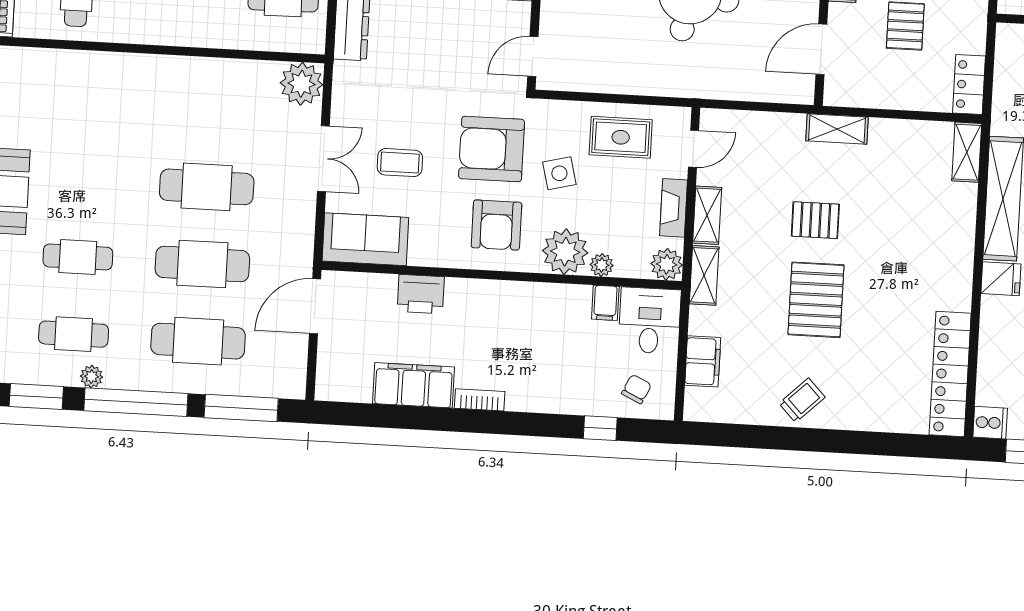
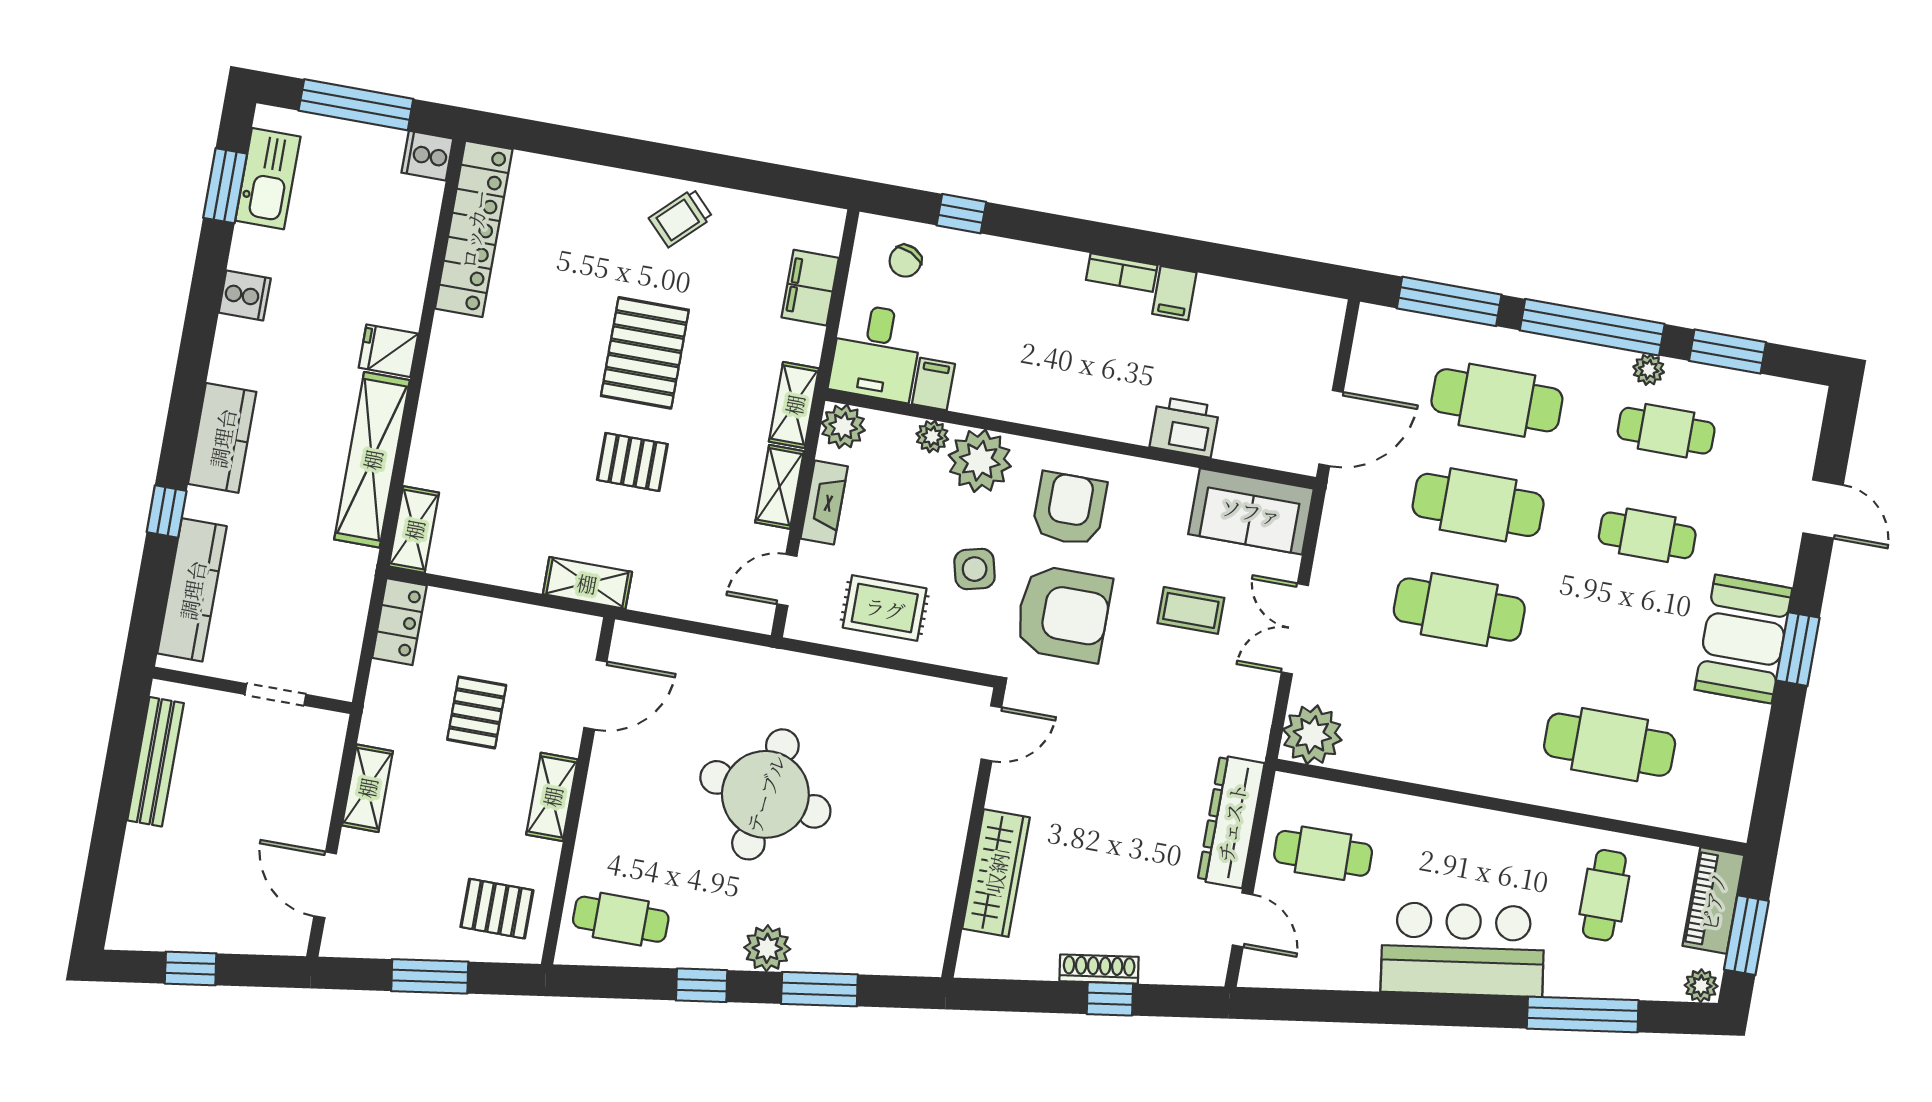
cafe table: (86, 103) -> (1610, 745), added
filing cabinet: (414, 385) -> (1174, 293), width x0.33, depth x0.86

